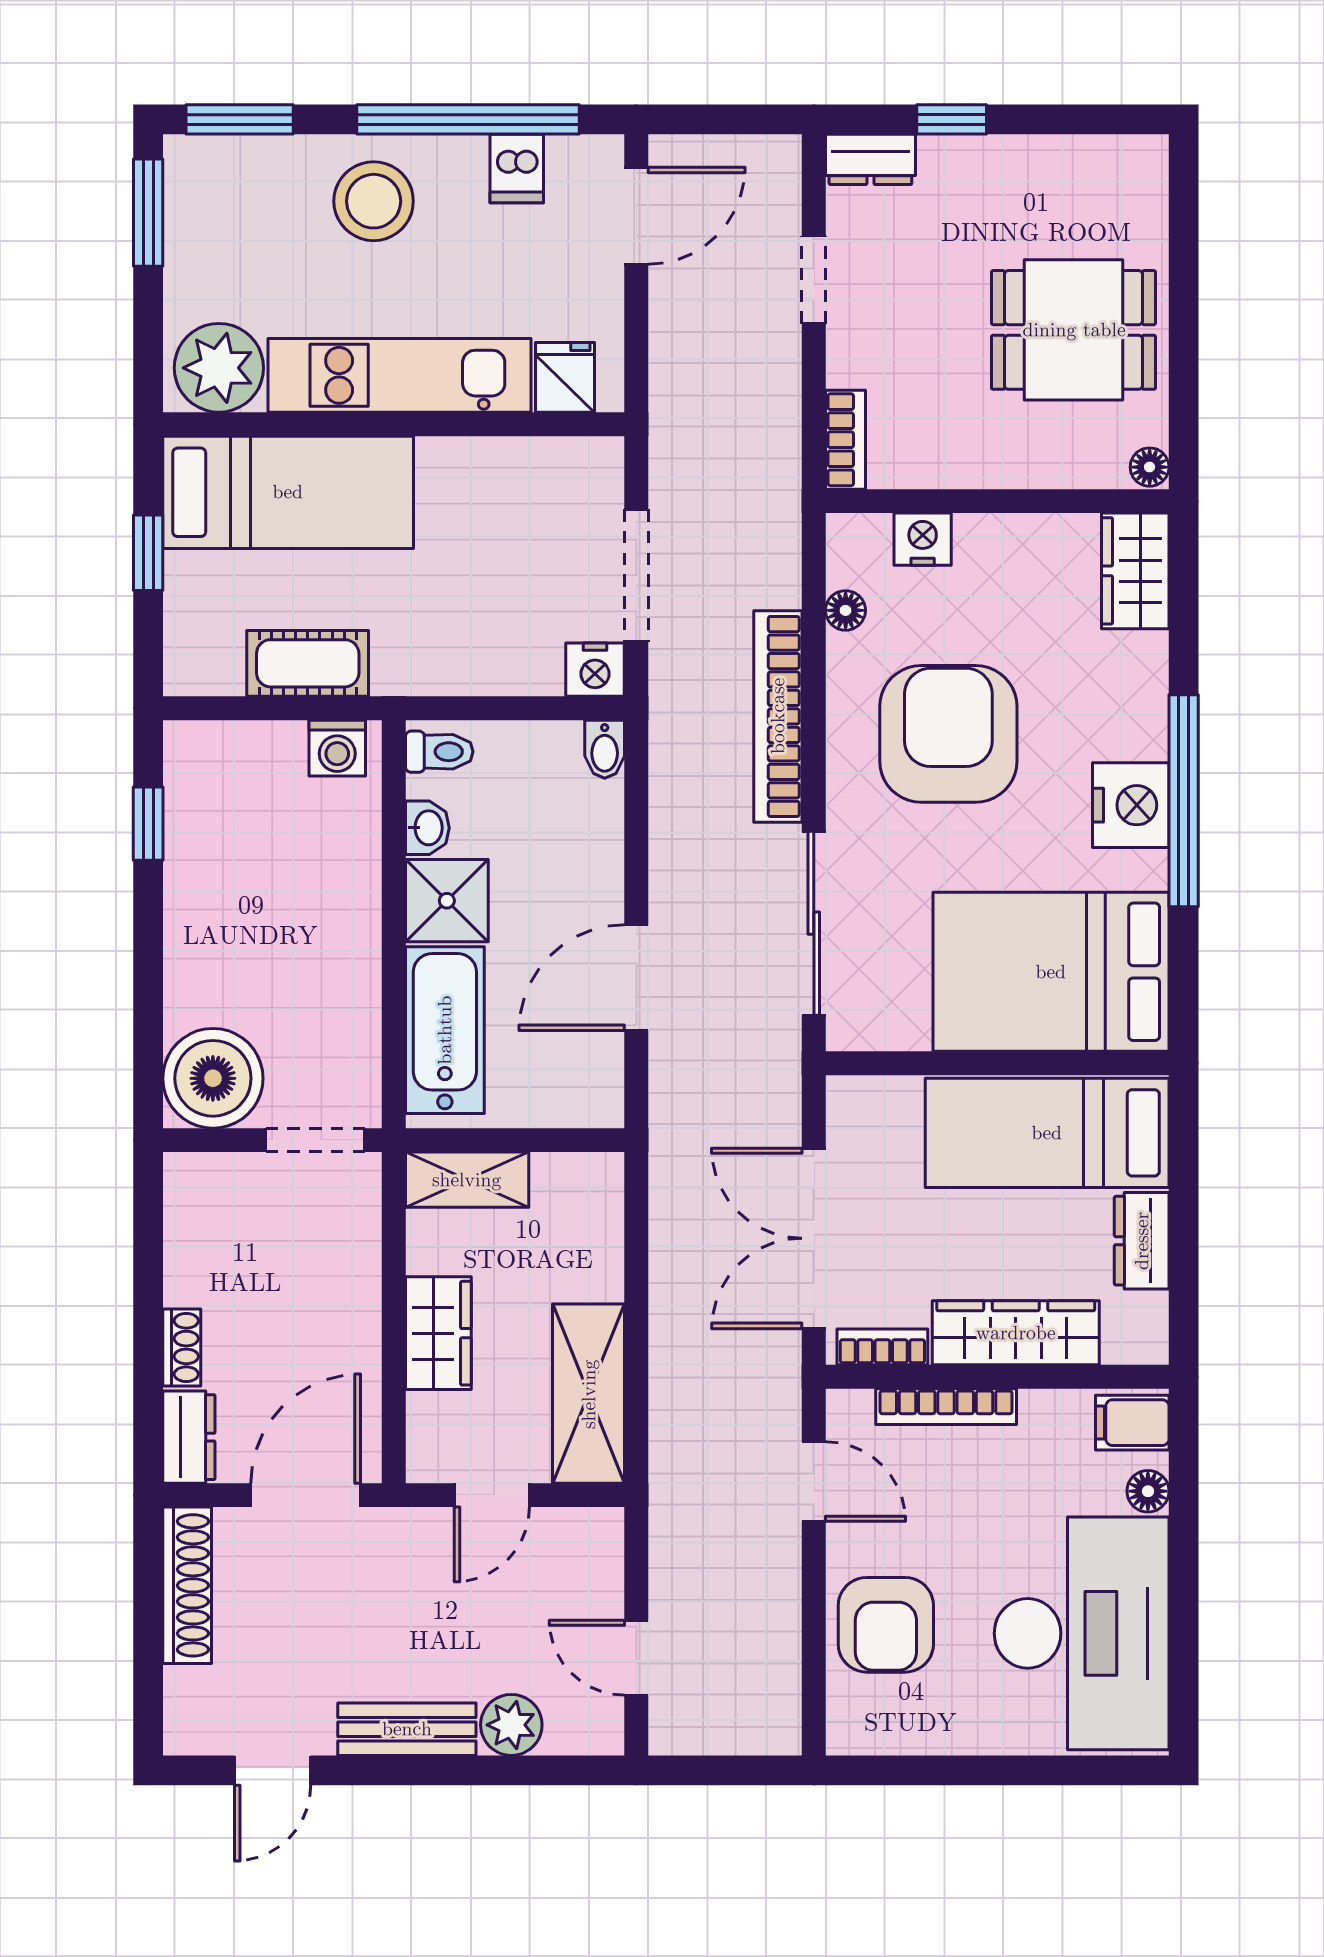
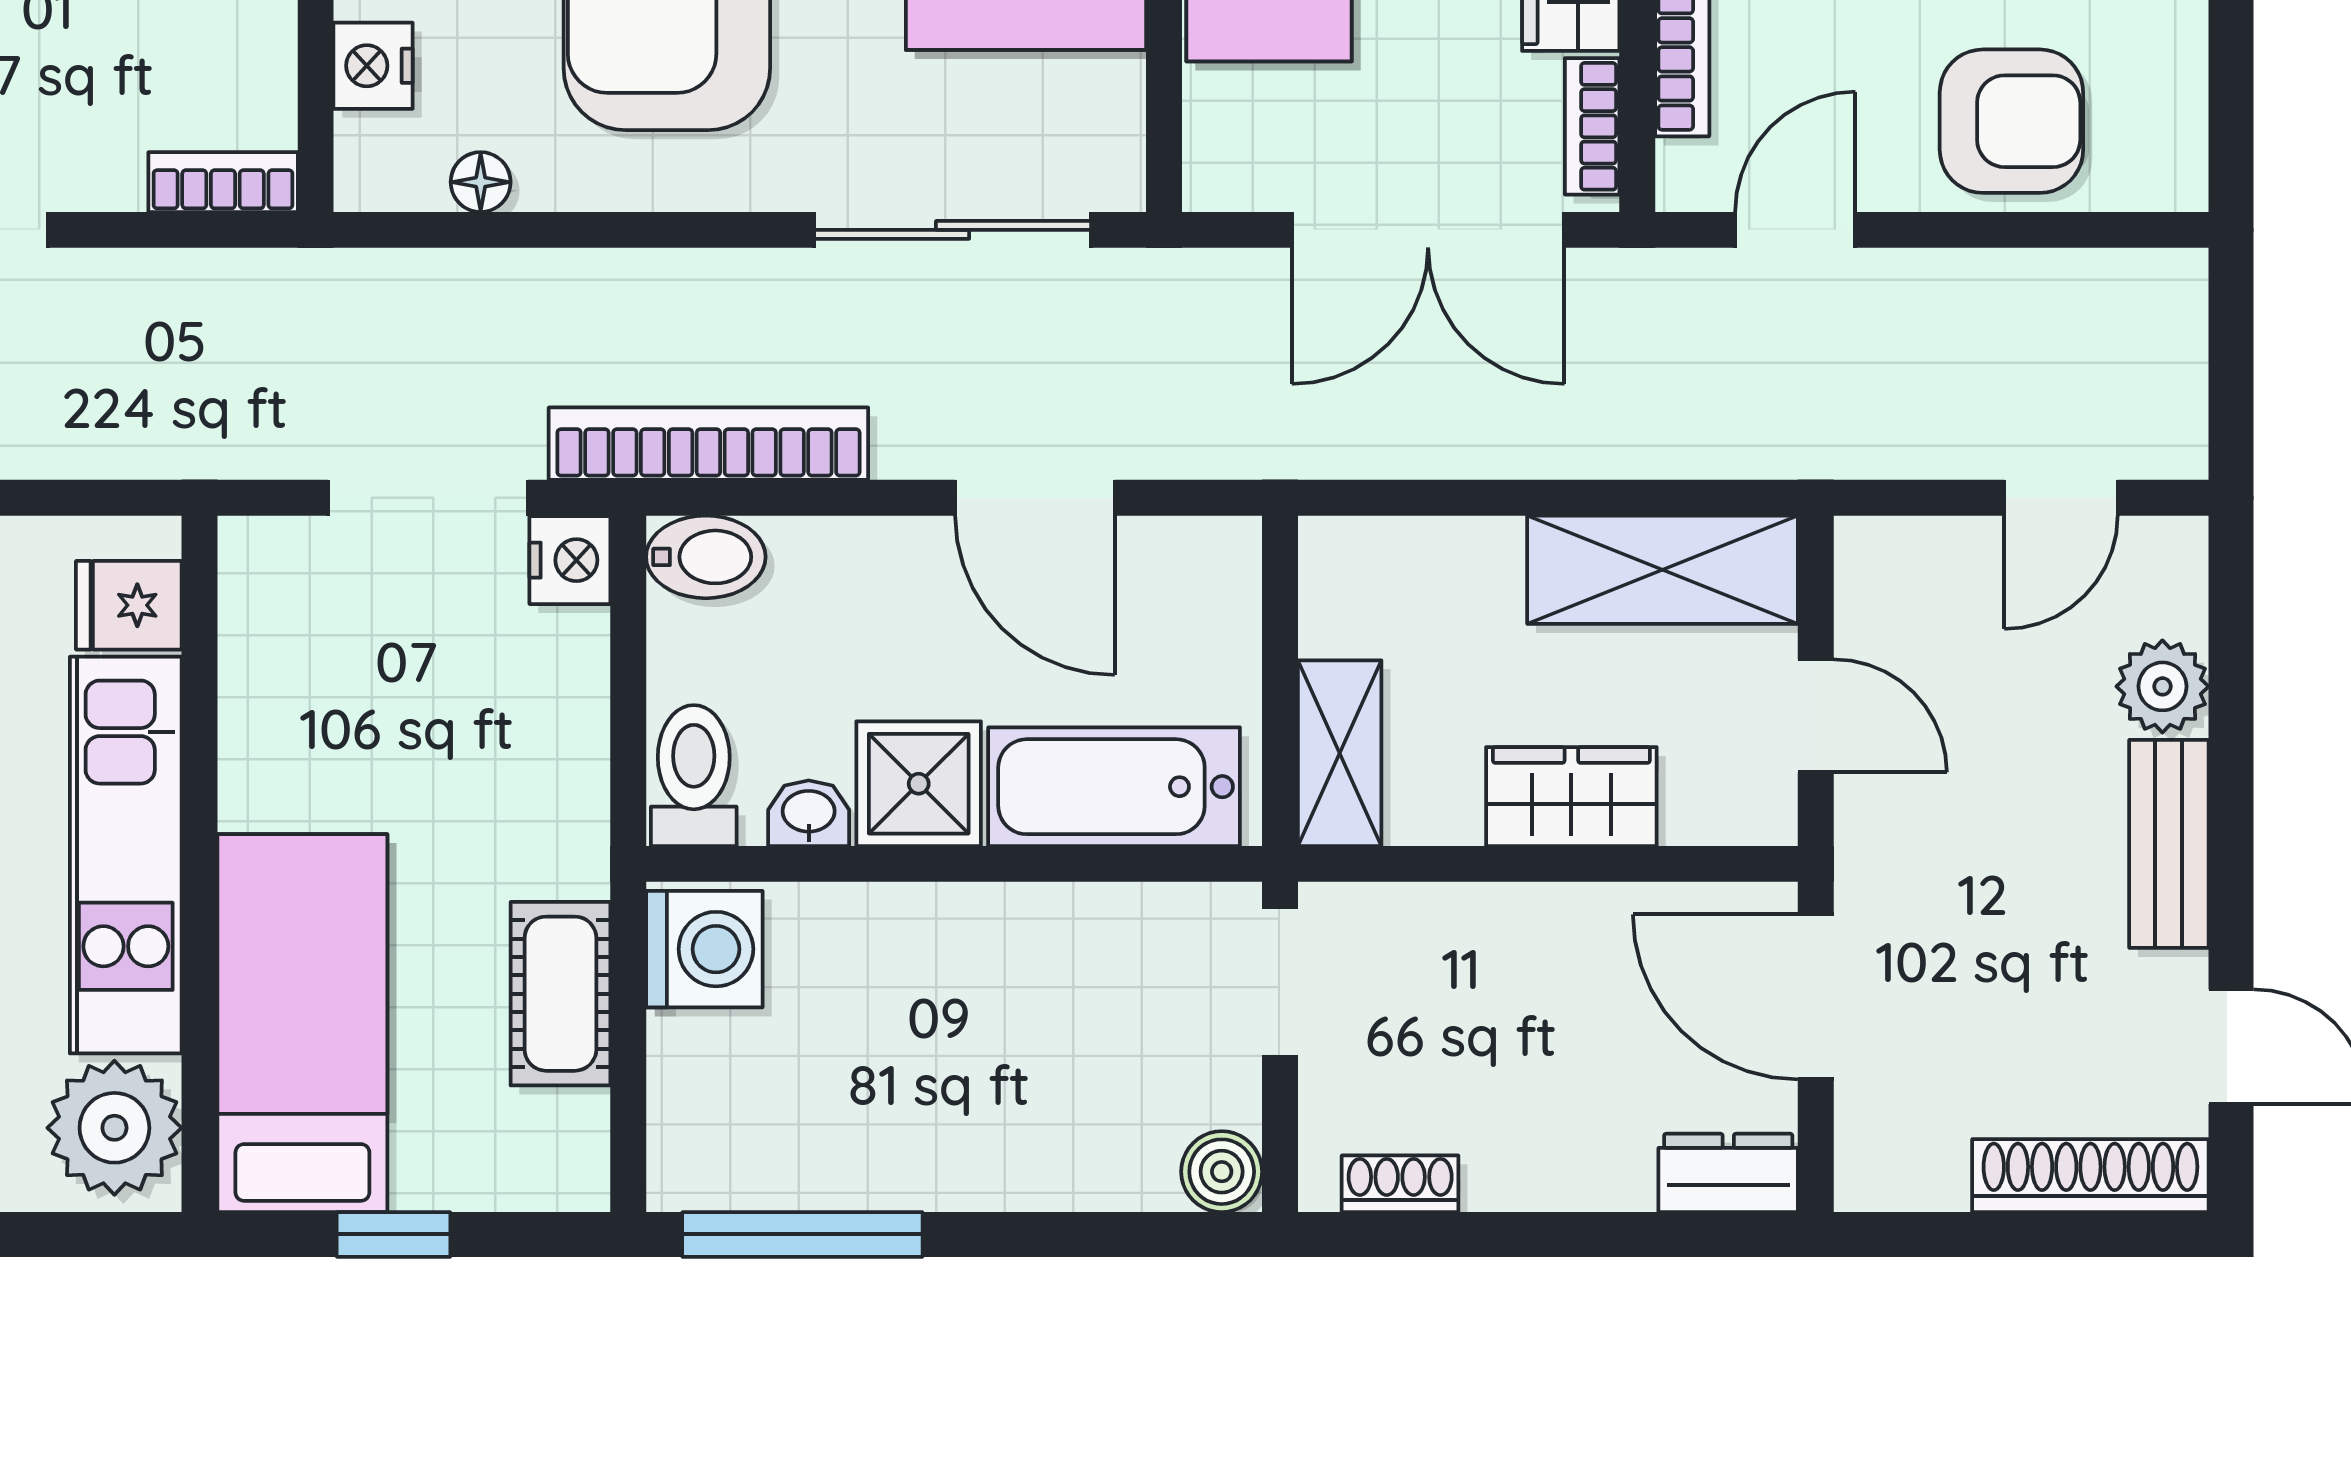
bookcase: (778, 716) -> (708, 444), moved, turned 180
washing machine: (337, 748) -> (704, 949), width x1.38, depth x1.38
bidet: (605, 749) -> (706, 557), width x1.38, depth x1.36
toilet: (439, 752) -> (694, 776), width x1.37, depth x1.39
window: (148, 824) -> (802, 1234), width x2.17
boiler: (213, 1078) -> (1222, 1172), width x0.54, depth x0.54
shoe rack: (182, 1347) -> (1400, 1184), moved
shoe rack: (187, 1585) -> (2090, 1176), moved

